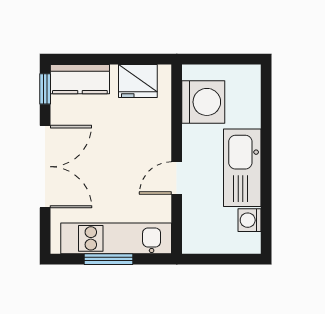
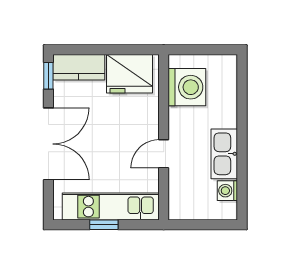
fridge: (138, 81) -> (130, 74), width x1.36, depth x1.34
kitchen sink: (242, 168) -> (224, 154), width x0.73, depth x0.81
window: (109, 259) -> (104, 225), width x0.67

